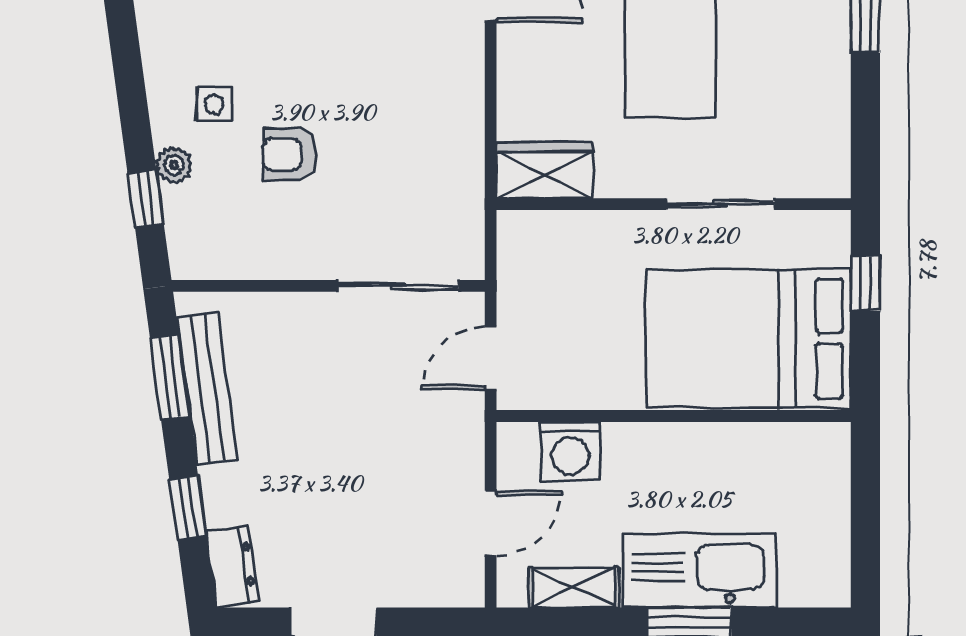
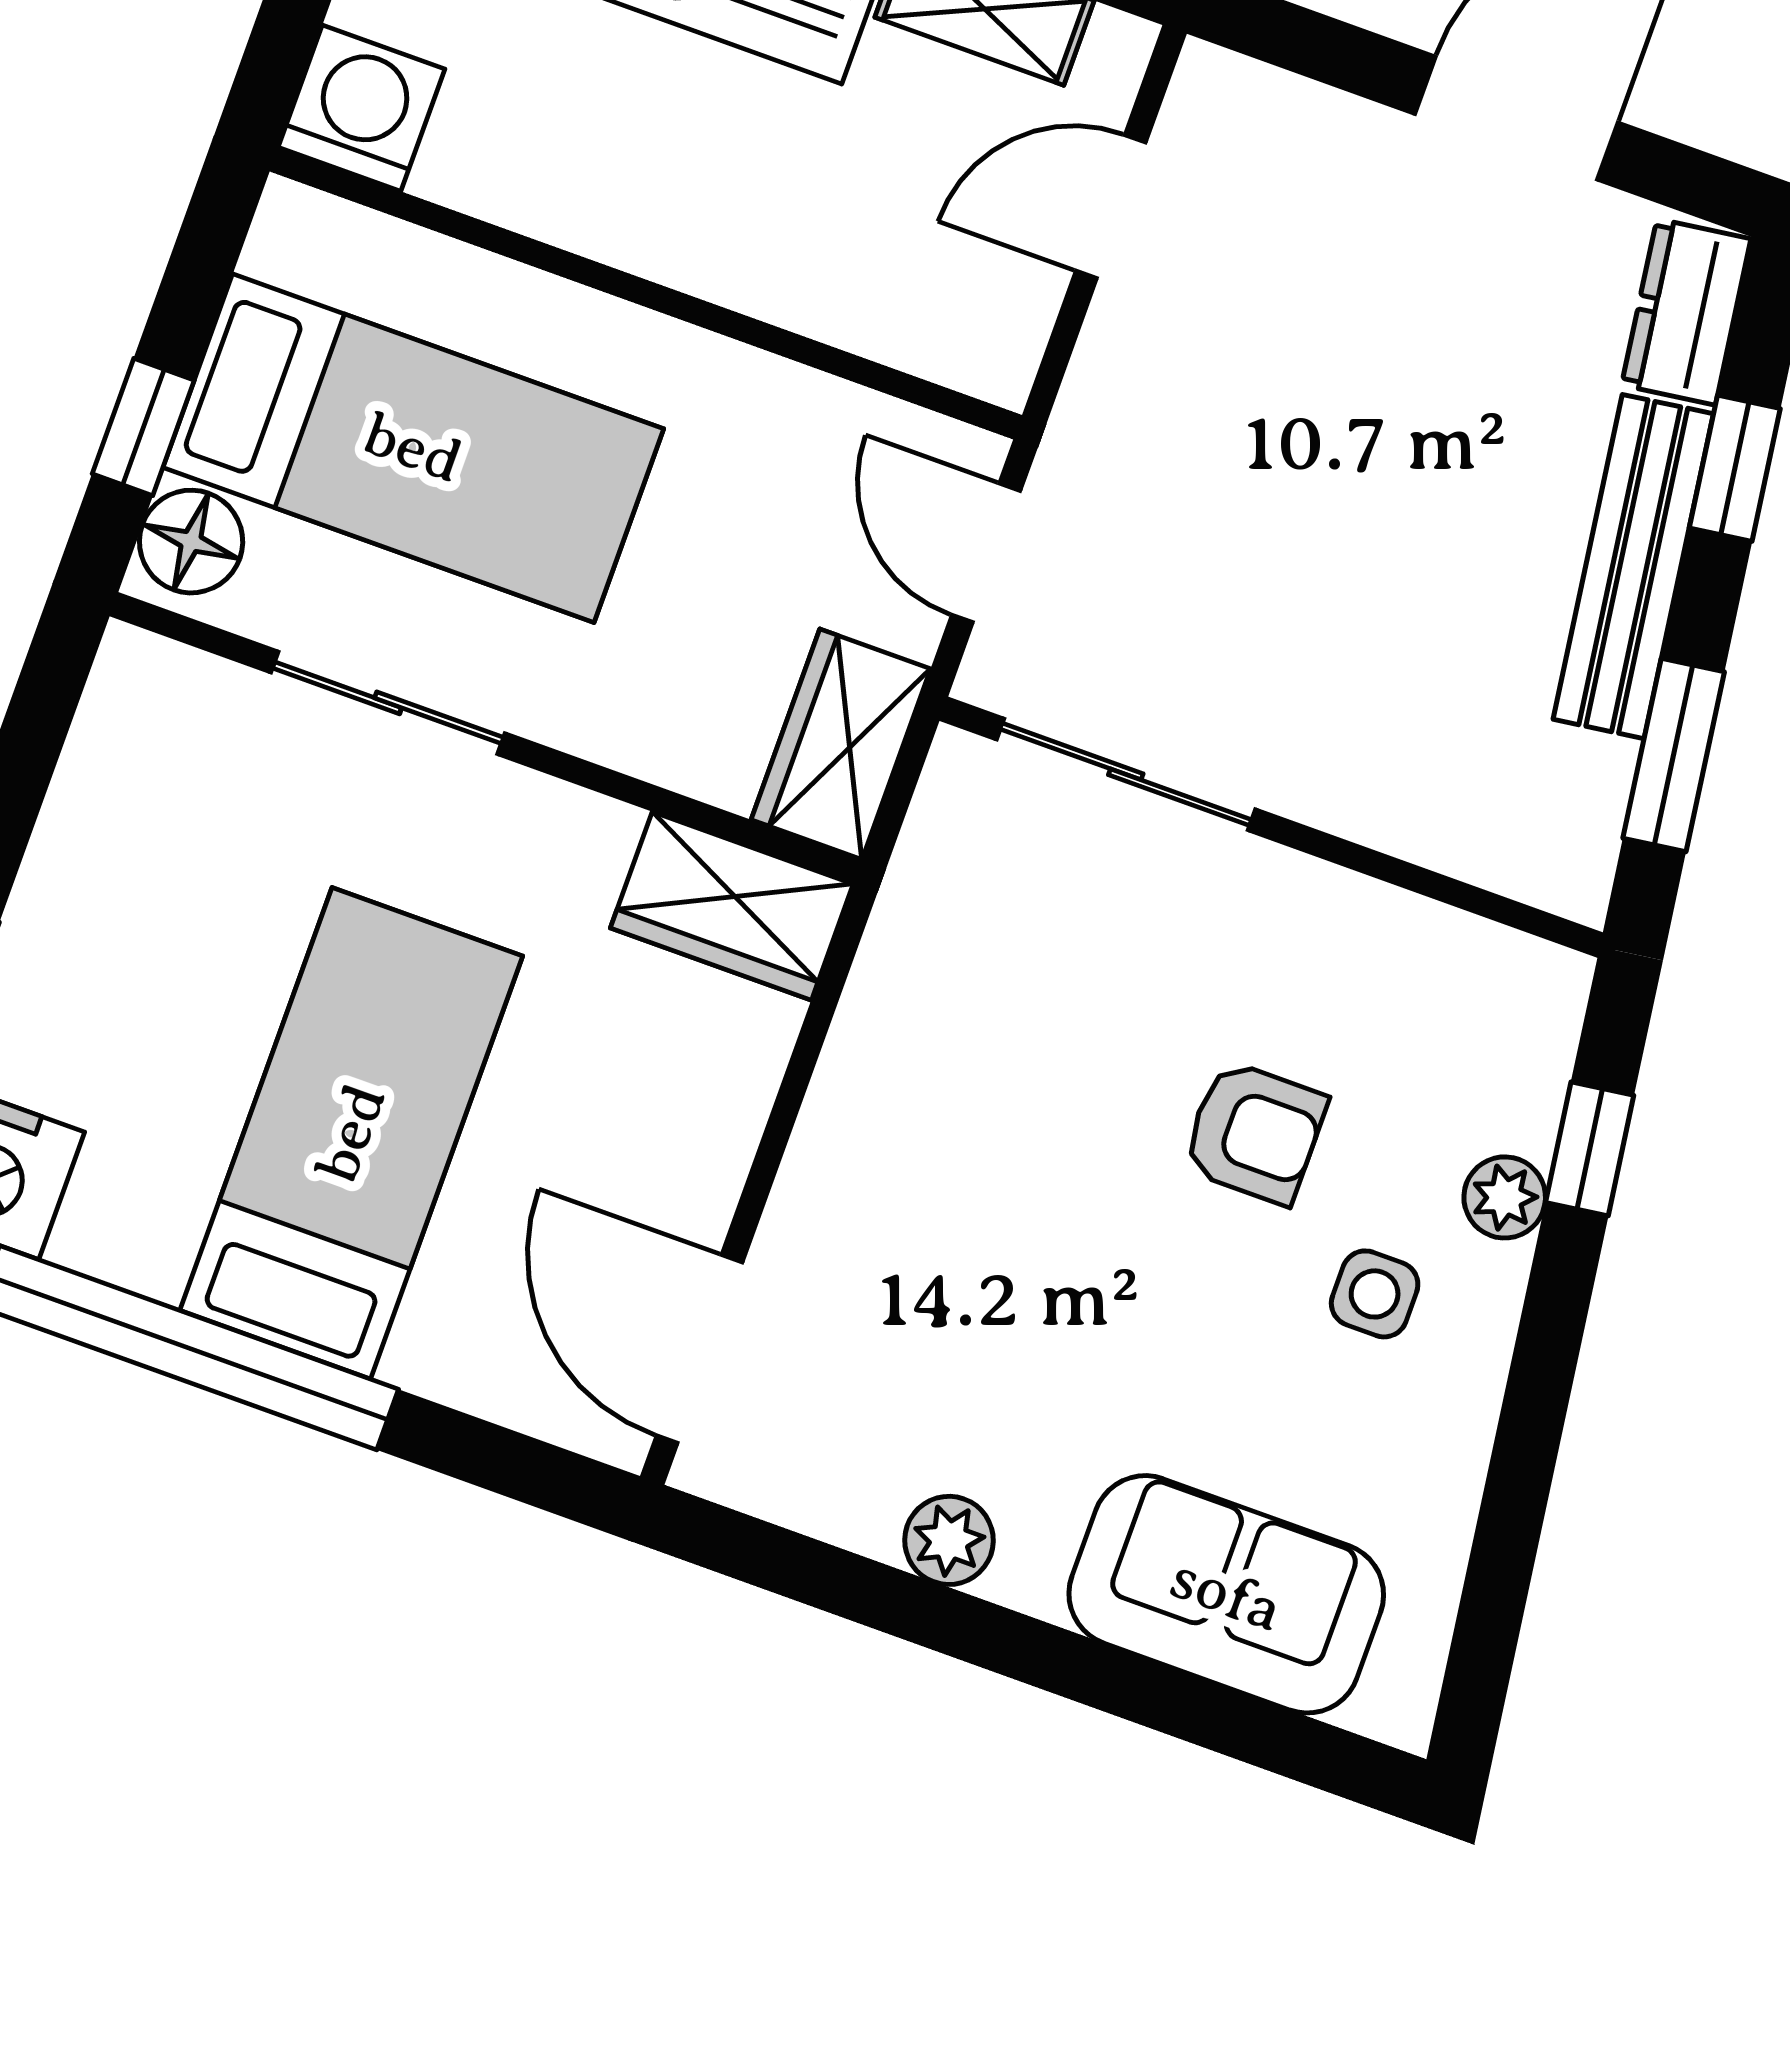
floor lamp: (828, 242) -> (191, 542), added
wardrobe: (523, 255) -> (841, 744), added
bed: (748, 338) -> (413, 448), width x0.67
door: (491, 358) -> (986, 553), swing flipped
bench: (207, 388) -> (1633, 567), moved
washing machine: (570, 451) -> (362, 108), moved

